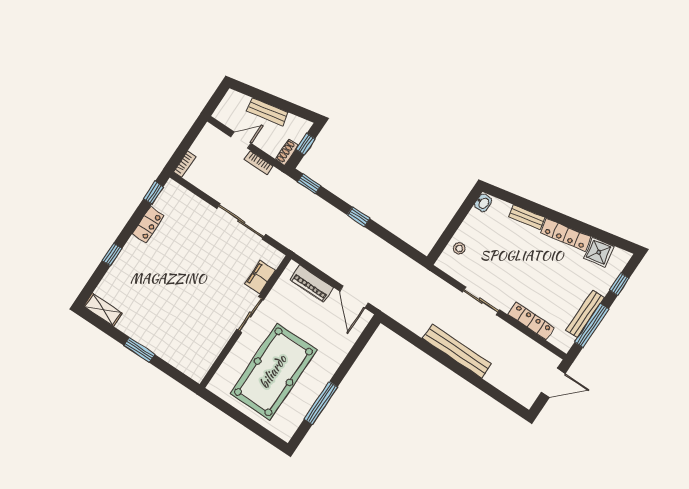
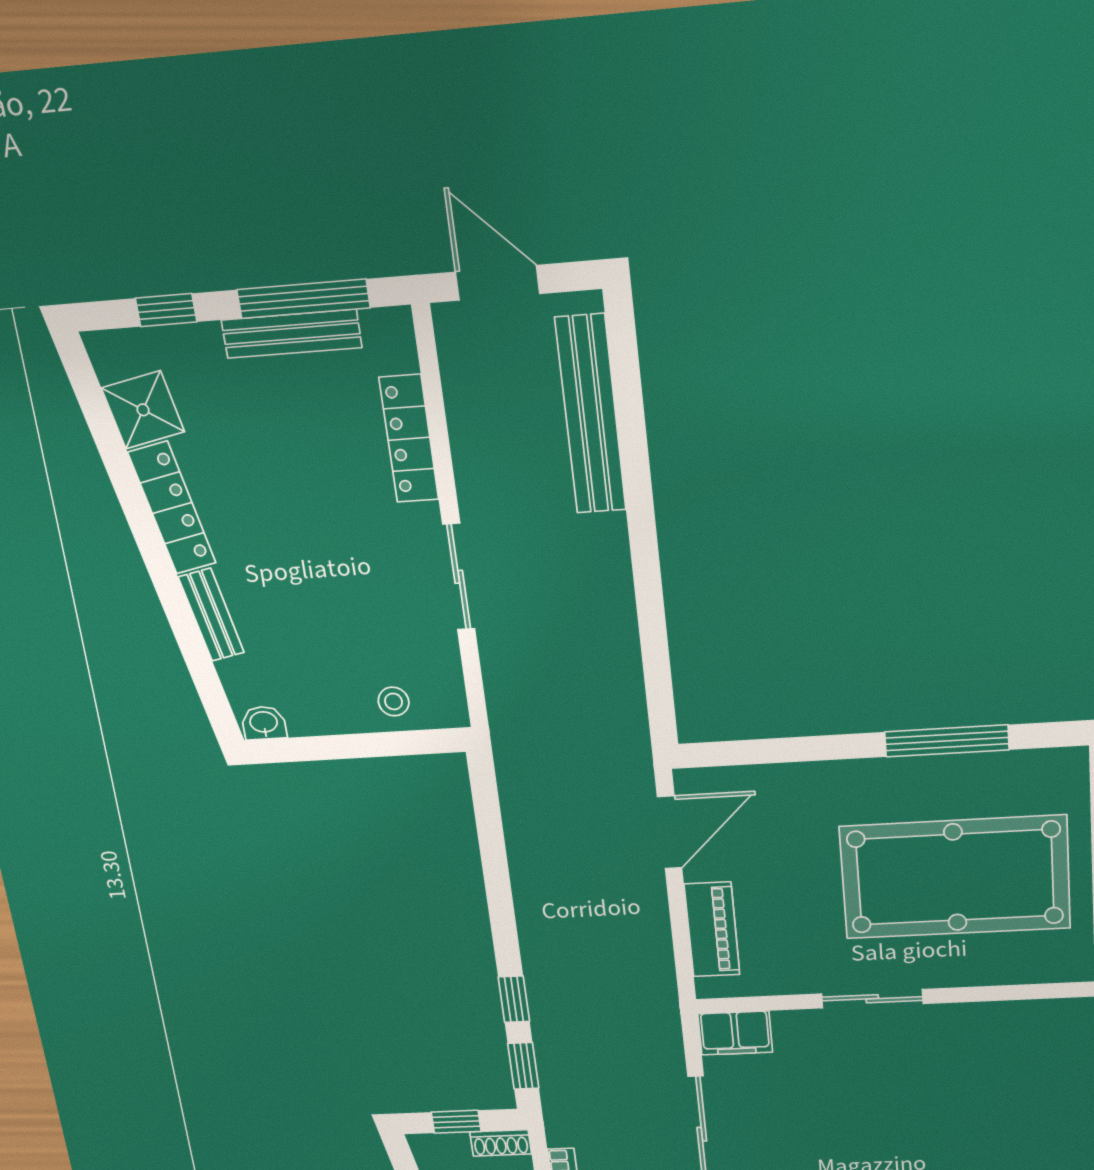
window: (358, 217) -> (514, 999), moved
filing cabinet: (260, 277) -> (735, 1033), moved
bench: (457, 351) -> (591, 415), moved

